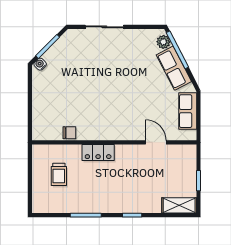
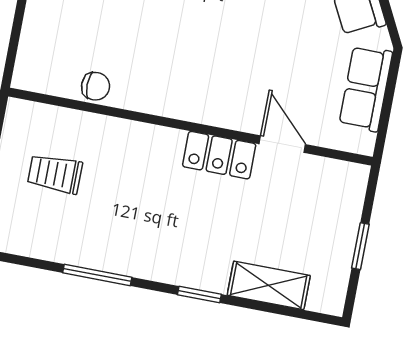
locker: (98, 153) -> (219, 155), moved
trolley: (59, 174) -> (55, 174), turned 90
shelving: (179, 205) -> (269, 285), moved

